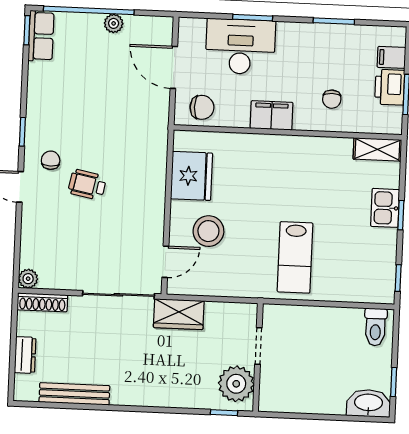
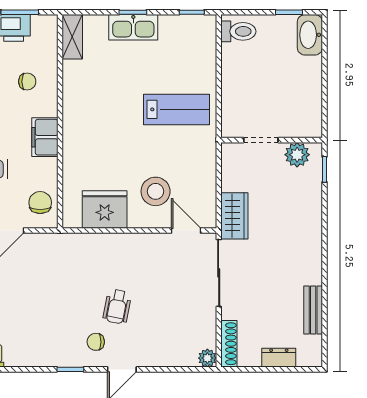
kitchen sink: (385, 208) -> (133, 27), width x1.38
plant: (236, 384) -> (297, 155), width x0.73, depth x0.73
bench: (74, 394) -> (313, 310), width x0.73

